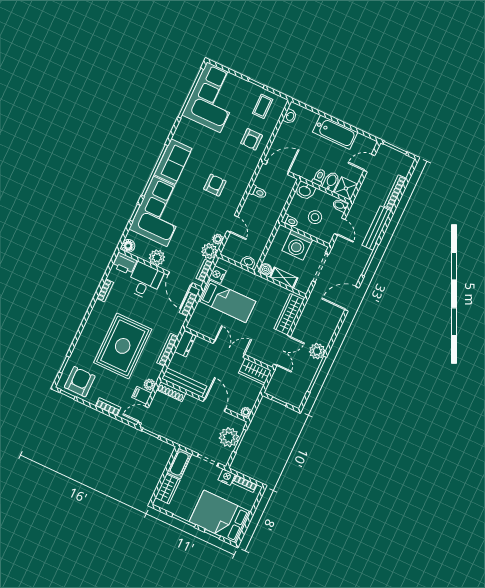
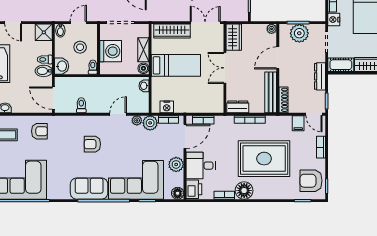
bidet: (331, 181) -> (44, 71), moved
bed: (227, 301) -> (176, 65), moved, turned 90
floor lamp: (101, 312) -> (244, 191), added
plant: (149, 385) -> (286, 121), removed
dresser: (177, 438) -> (320, 76), added

